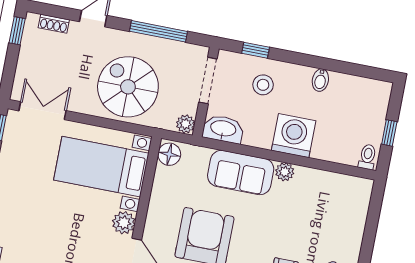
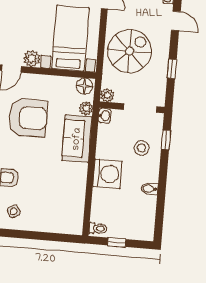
window: (159, 31) -> (172, 69), width x0.46
washbasin: (223, 129) -> (105, 116), width x0.52, depth x0.69
plant: (285, 172) -> (86, 108), moved

